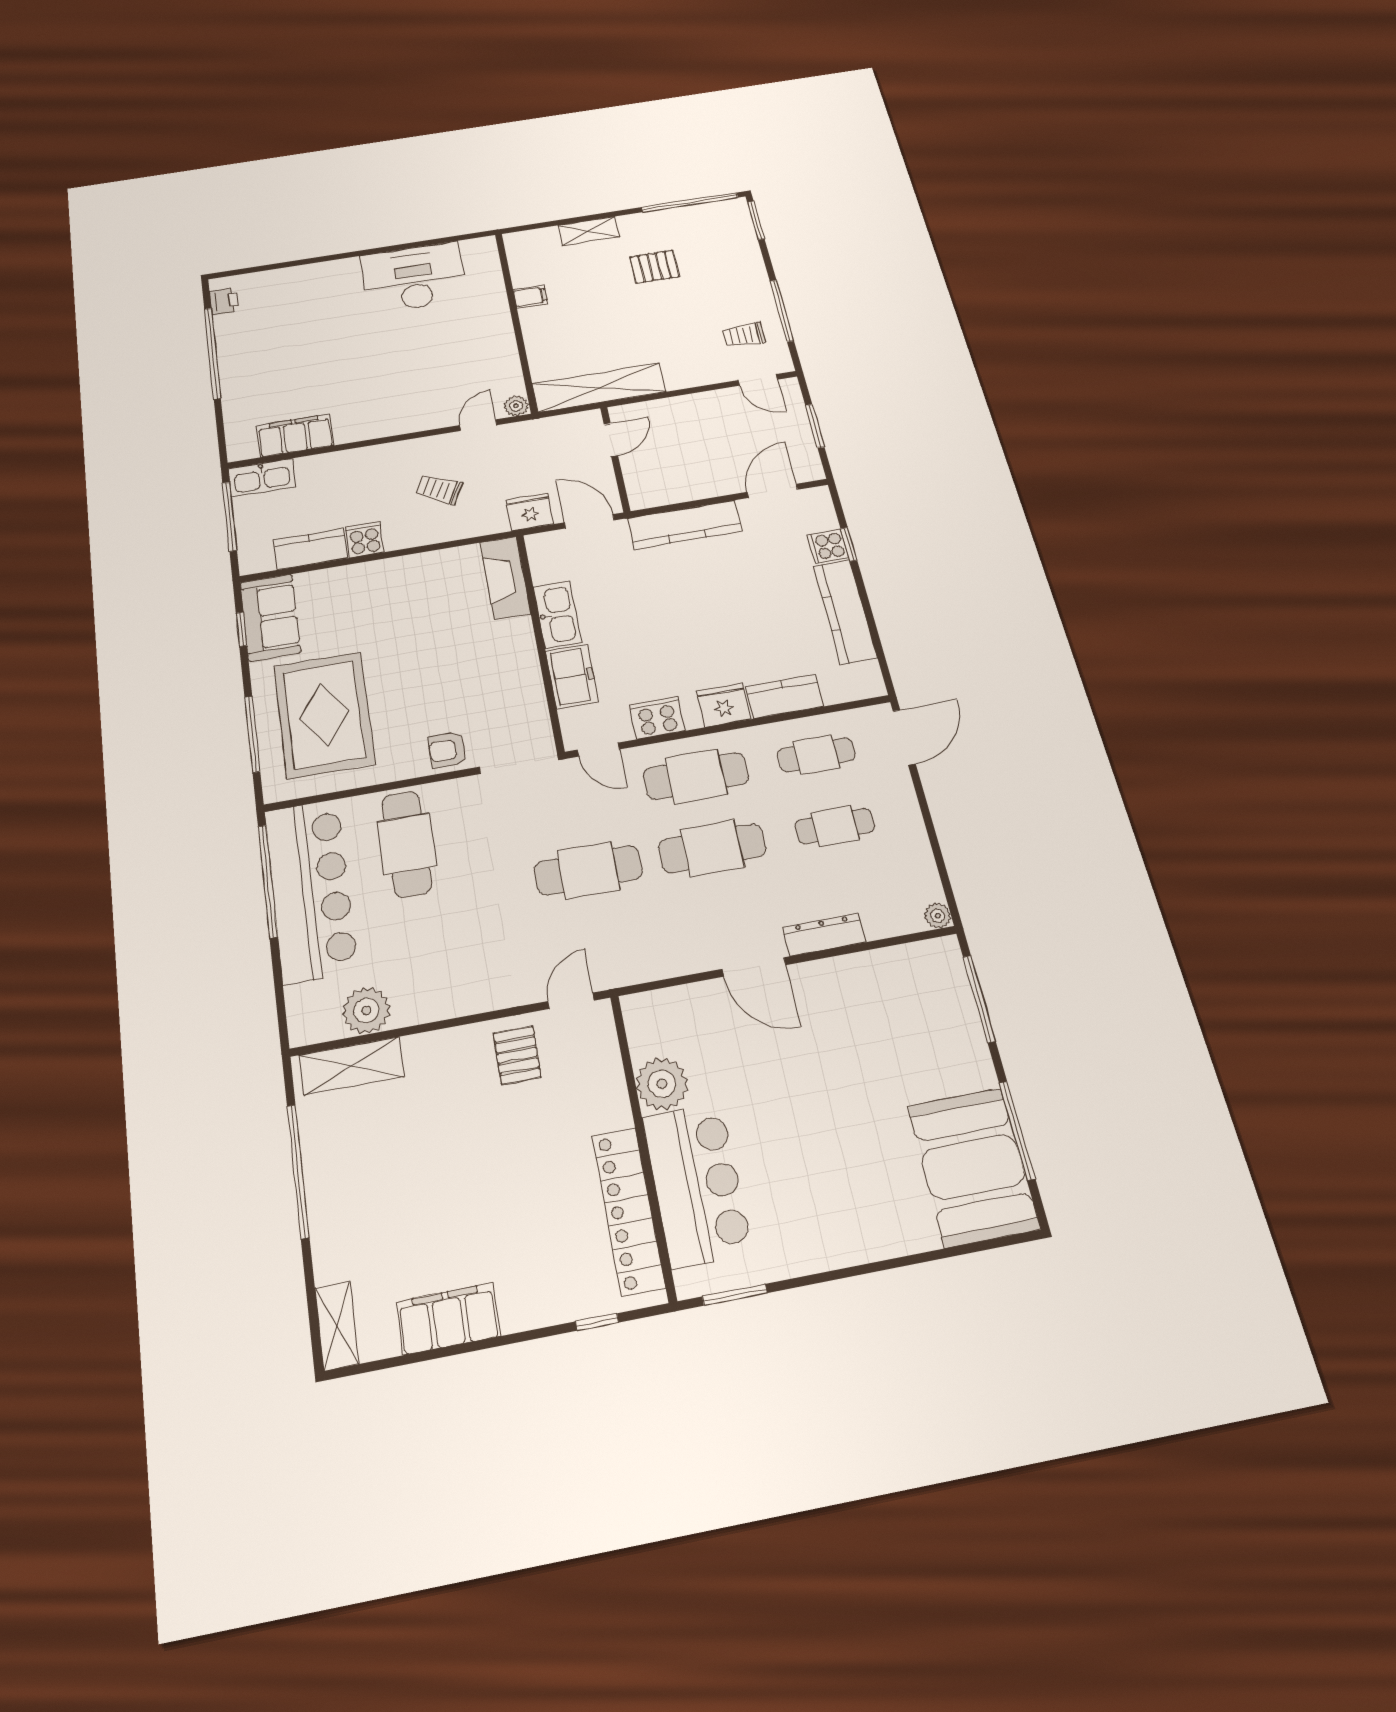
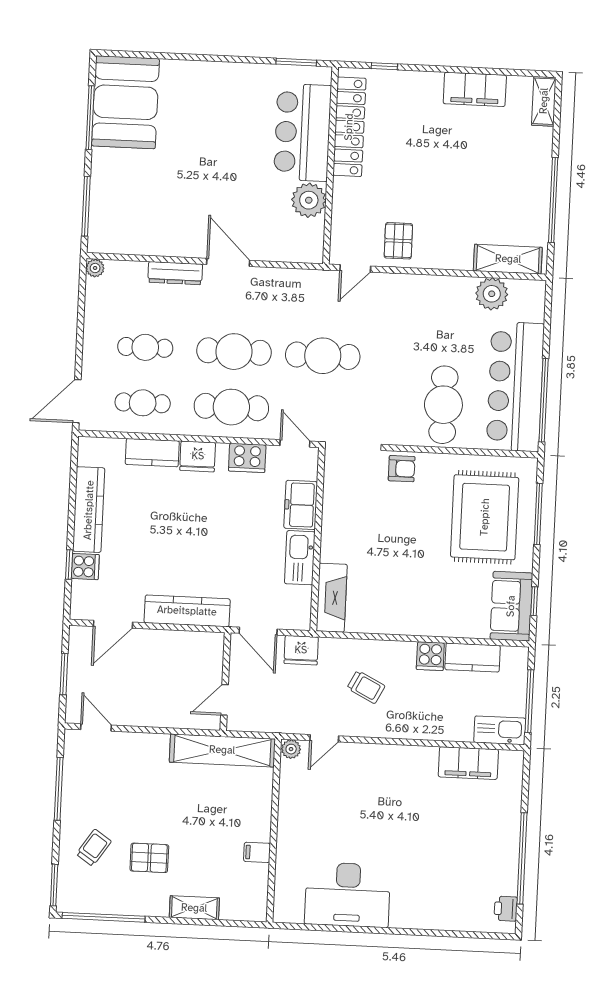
trolley: (744, 335) -> (94, 848), moved, turned -56

